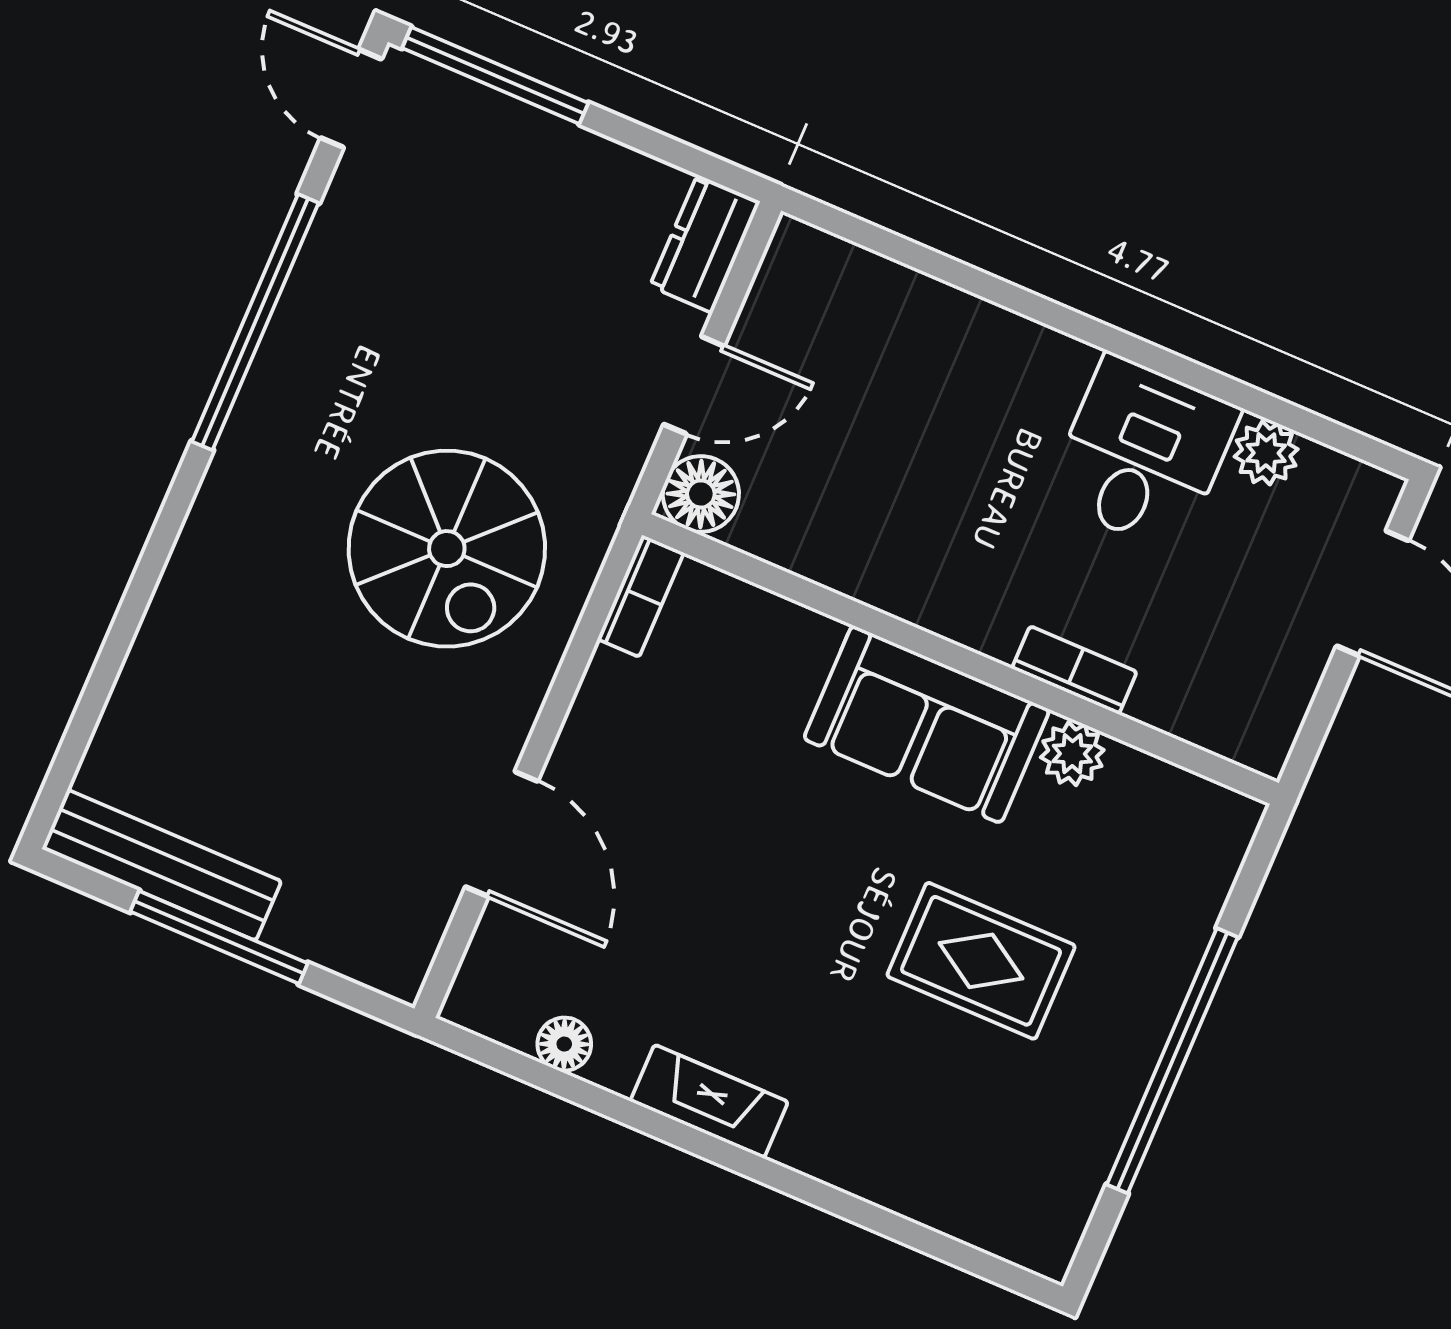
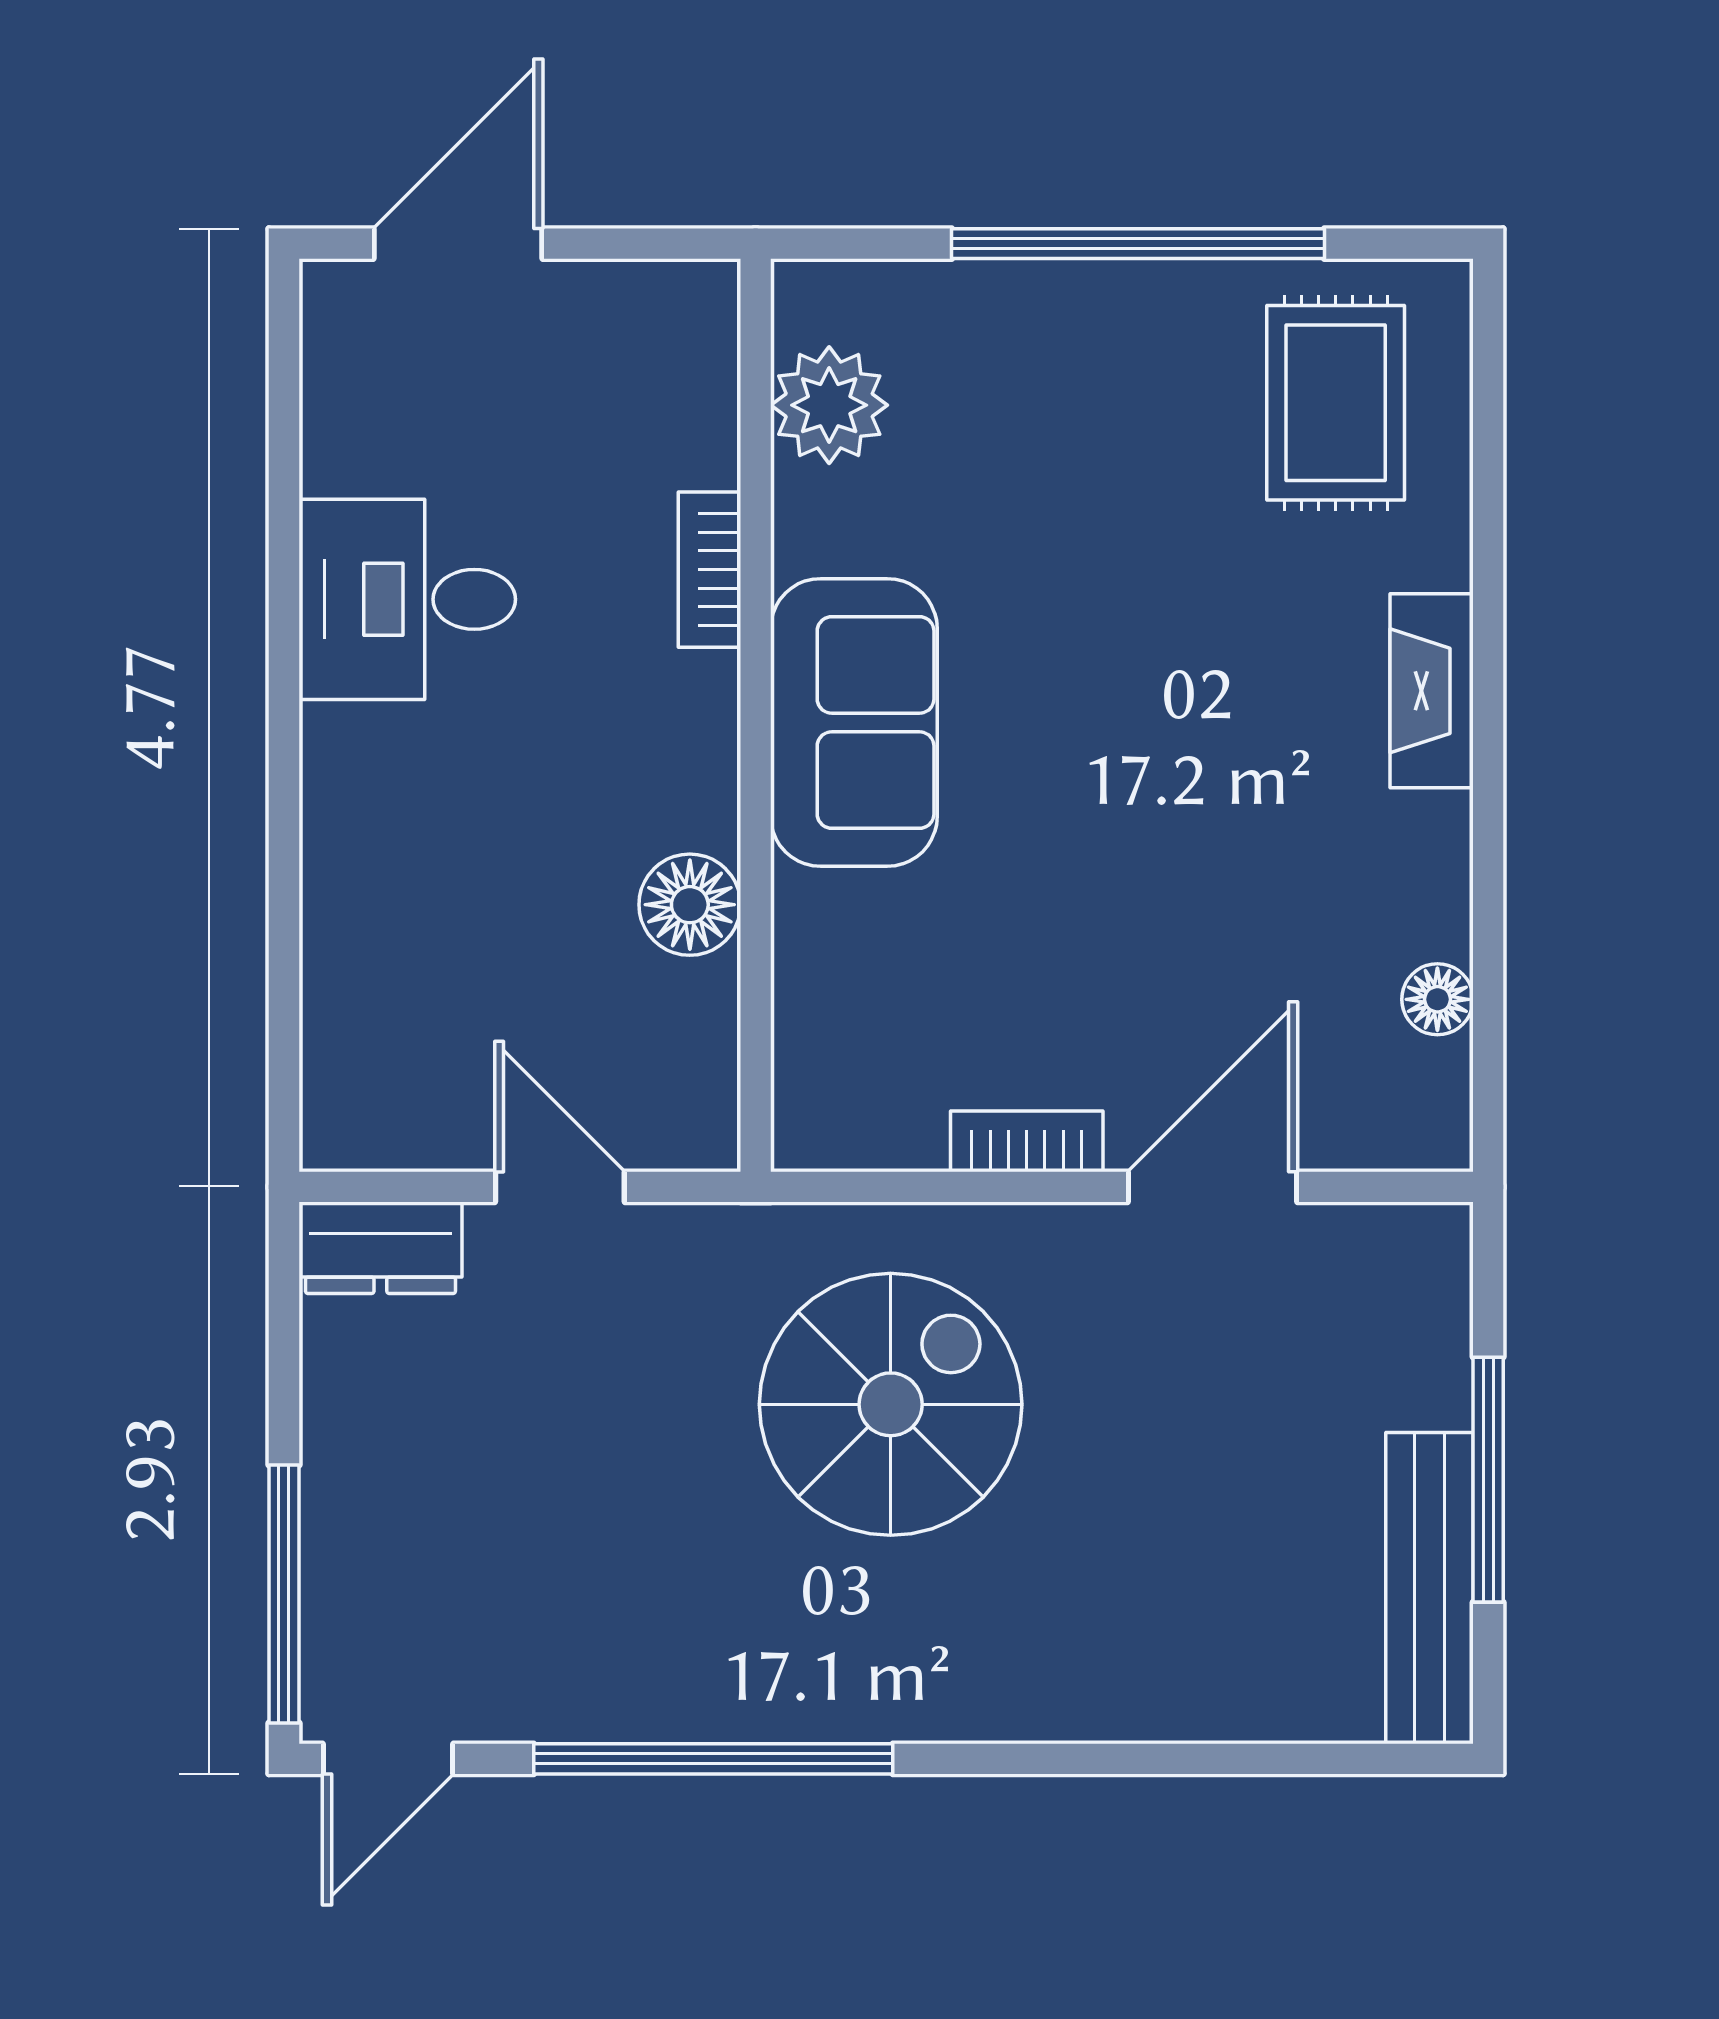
plant: (1266, 453) -> (342, 448), removed
floor lamp: (701, 494) -> (690, 905), moved
bookcase: (641, 596) -> (1027, 1141), moved
plant: (1072, 754) -> (829, 405), moved, width x1.38, depth x1.38
rug: (981, 961) -> (1336, 403), moved
fireplace: (709, 1101) -> (1432, 691), moved

